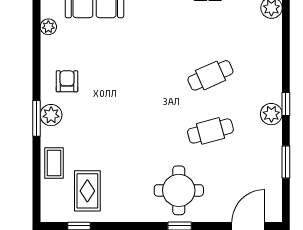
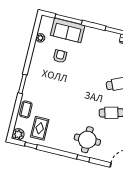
armchair: (67, 81) -> (60, 56), moved
plant: (51, 115) -> (18, 134), moved

